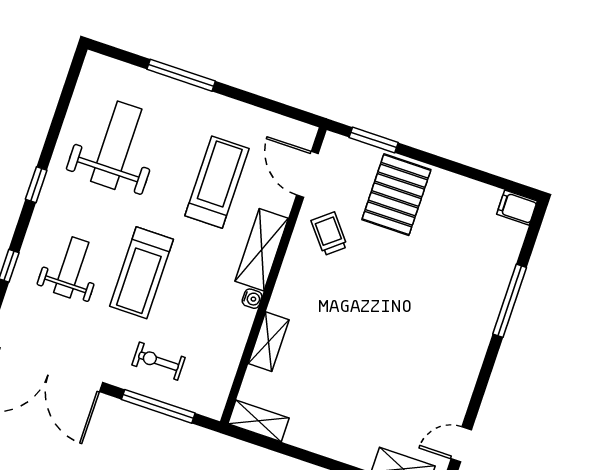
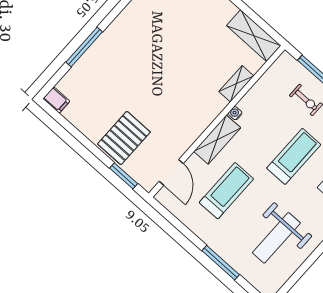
treadmill: (217, 182) -> (226, 191), turned 180
trolley: (329, 234) -> (173, 132), removed
shelving: (259, 421) -> (254, 36), width x1.50, depth x1.33

